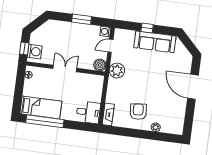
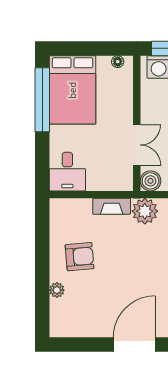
double door: (65, 68) -> (137, 145), moved
bed: (41, 107) -> (72, 90), width x1.50
fireplace: (108, 114) -> (112, 206), moved

